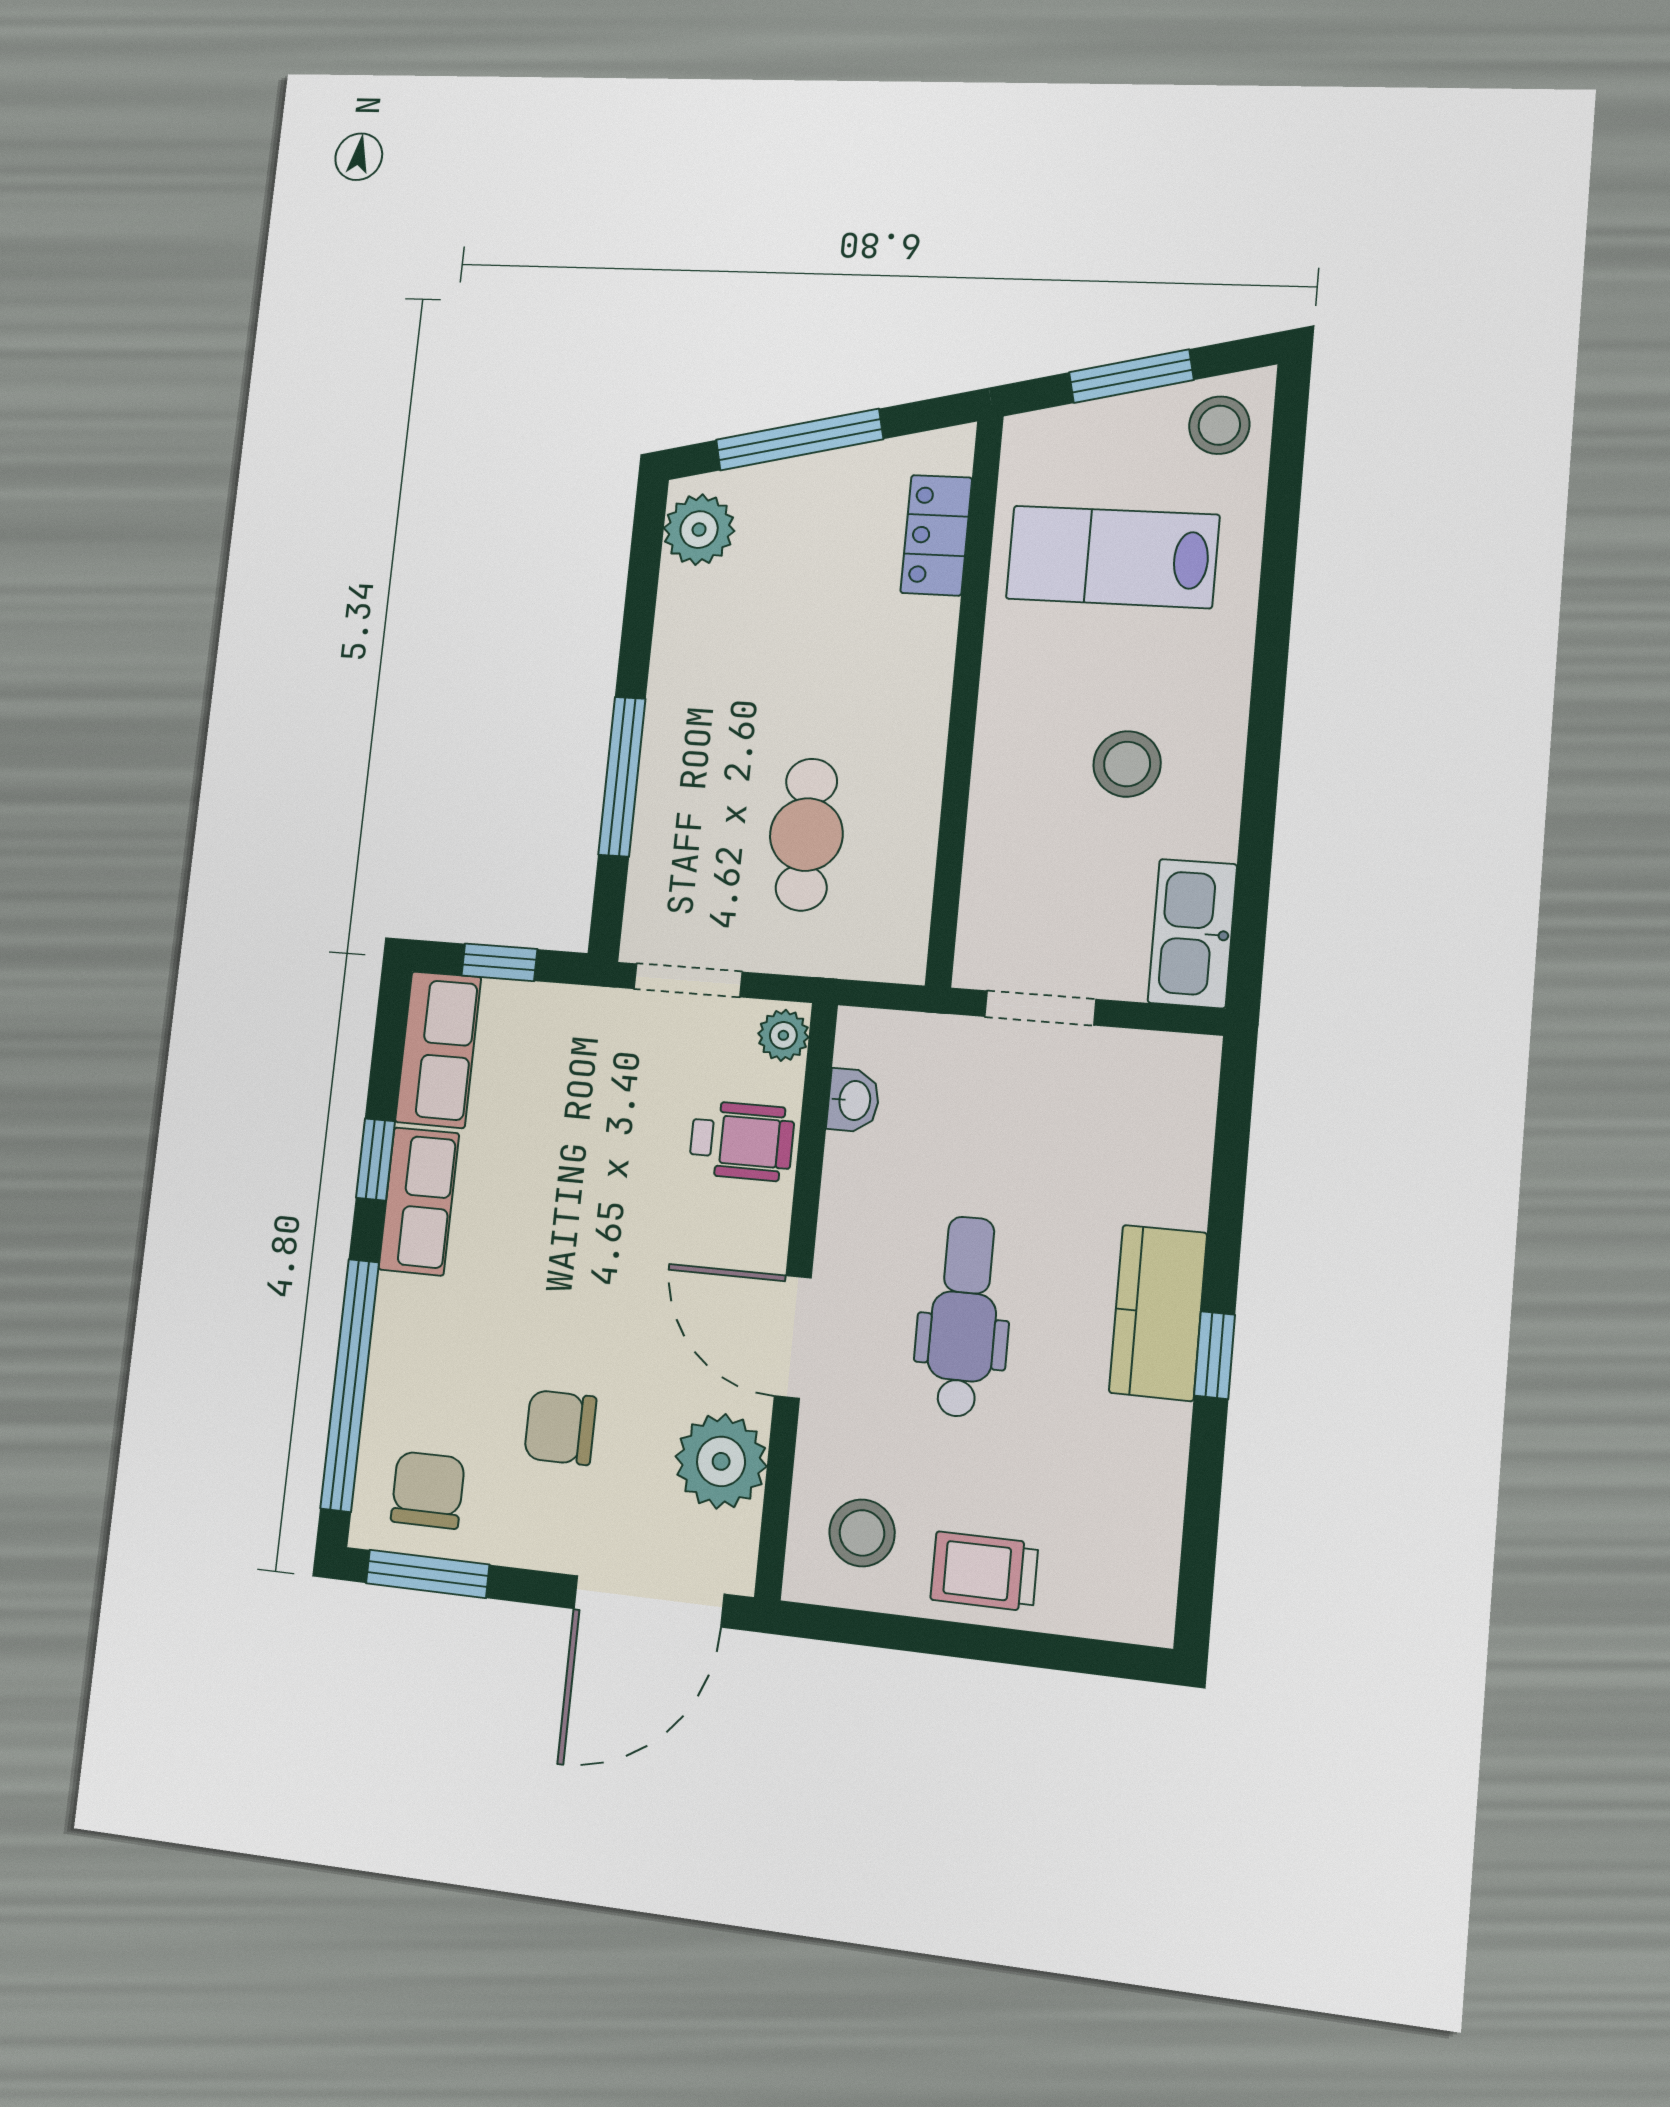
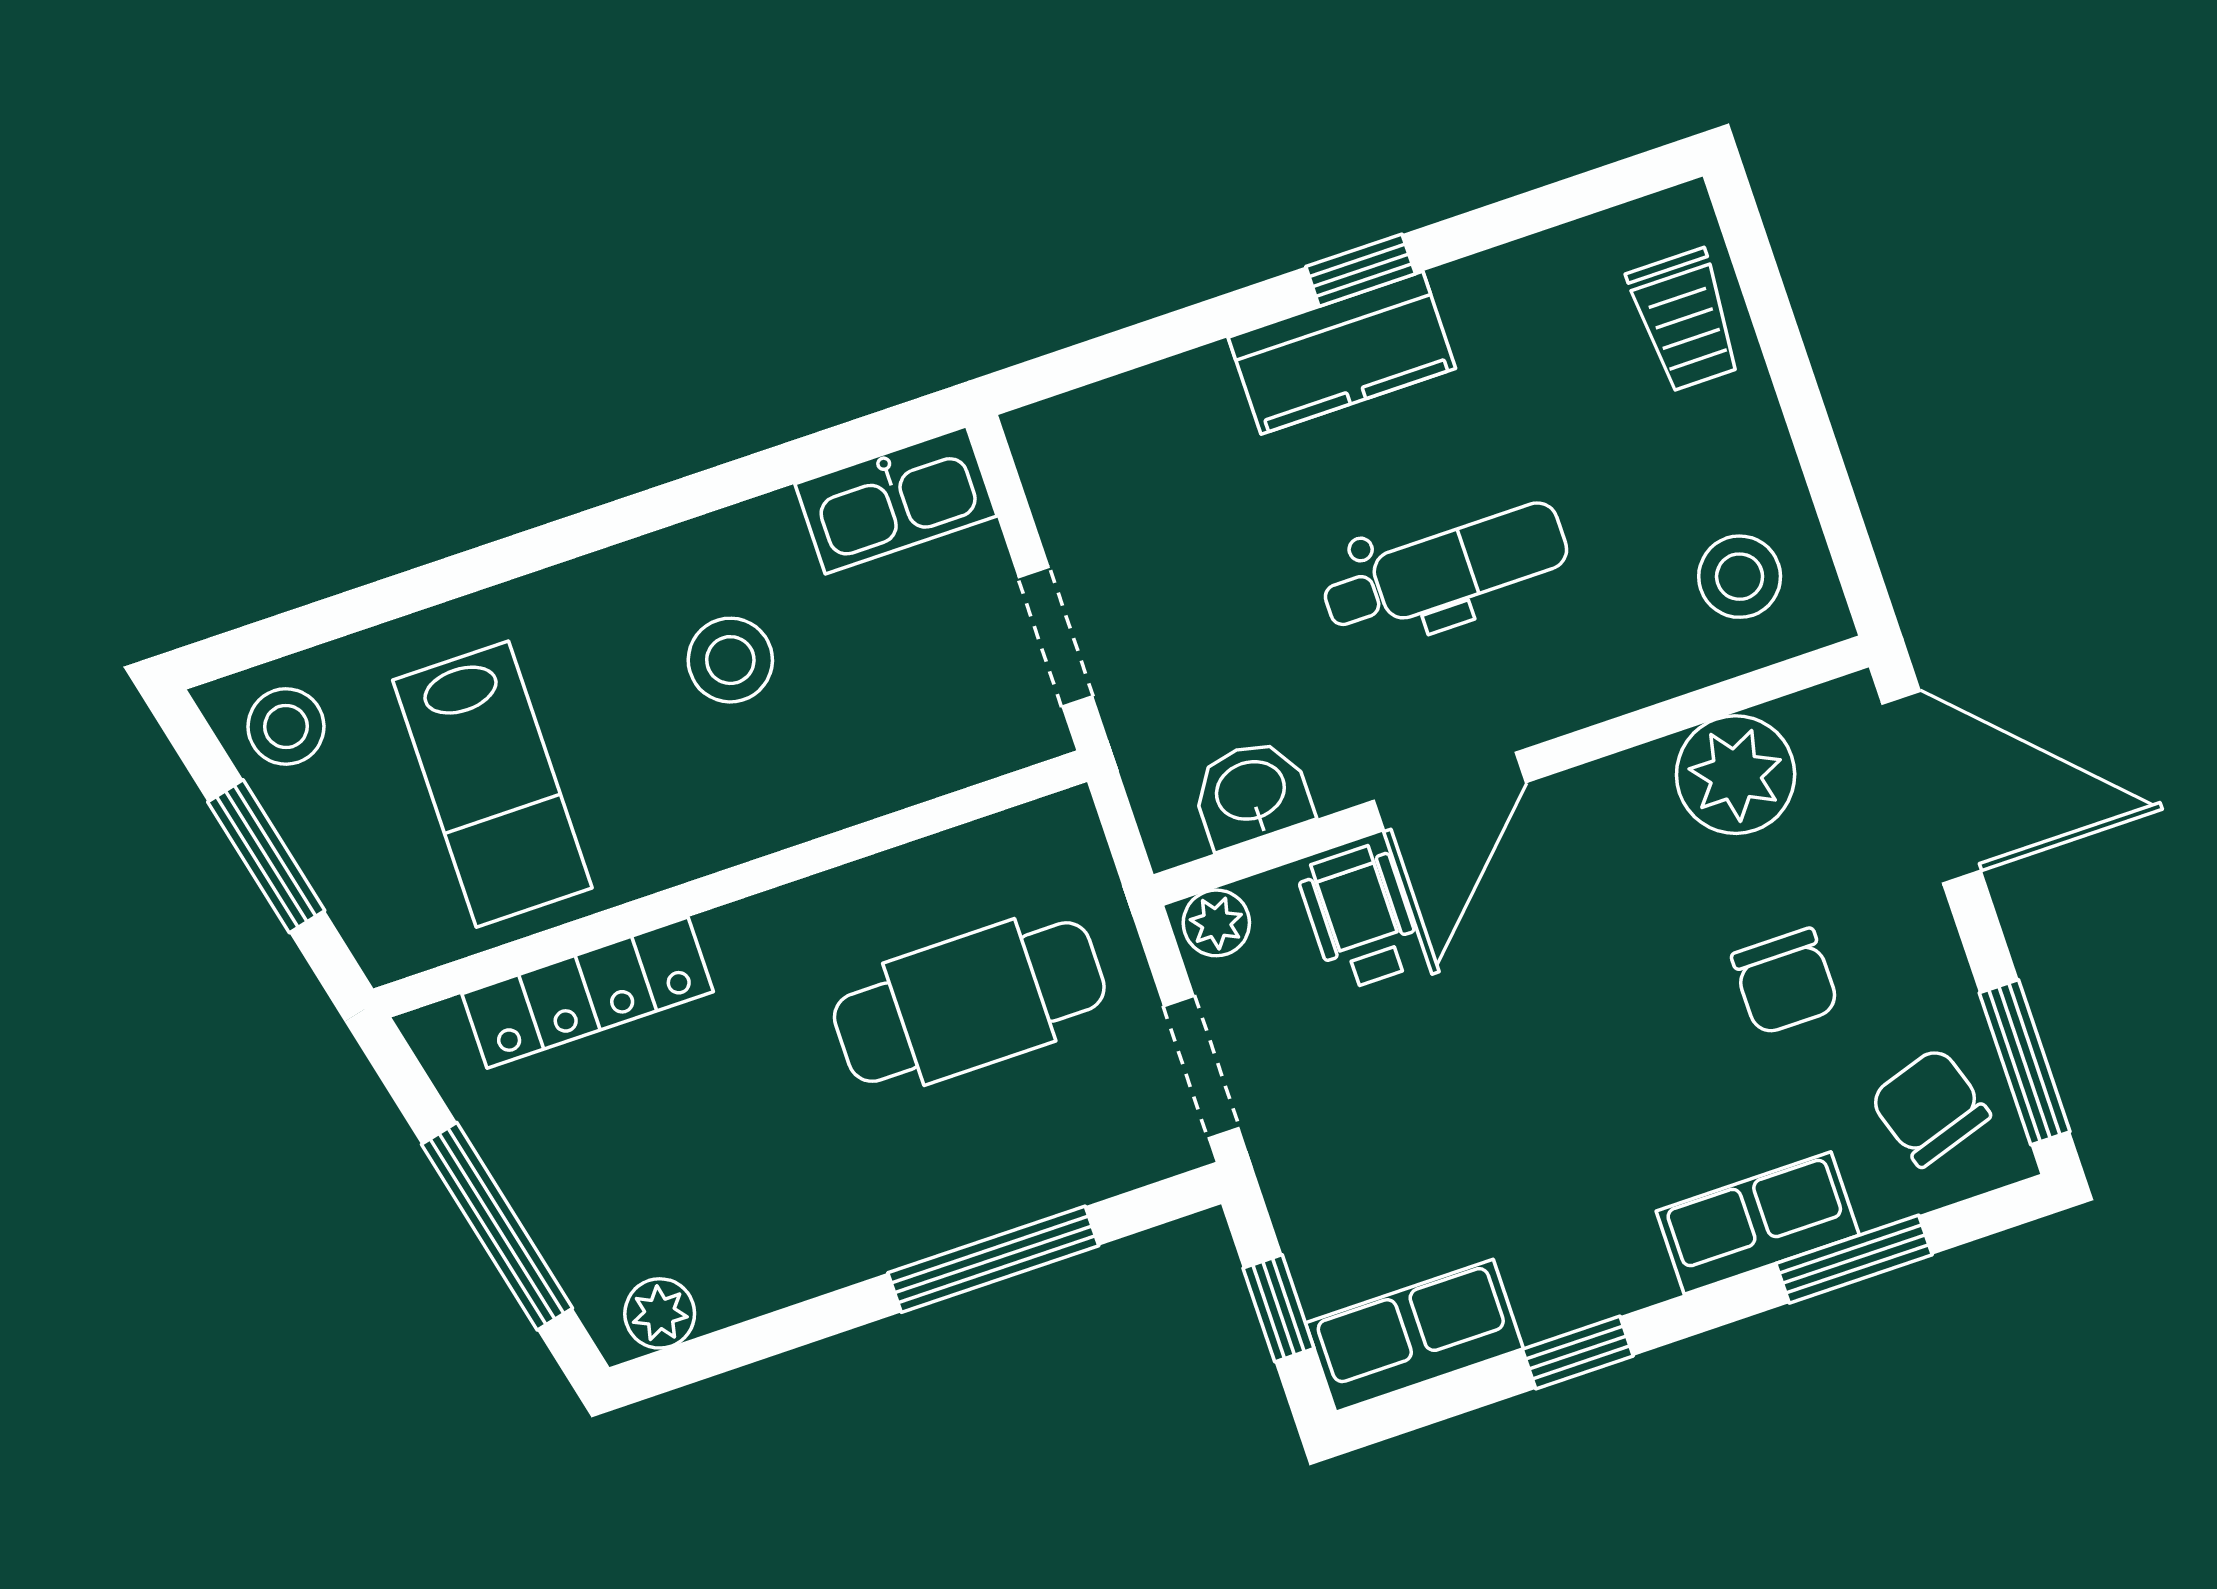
plant: (699, 530) -> (660, 1313), width x0.73, depth x0.73
locker: (936, 535) -> (588, 993), width x1.53
cafe table: (806, 835) -> (969, 1002), width x1.37, depth x1.35
washbasin: (853, 1100) -> (1251, 793), width x1.38, depth x1.45
row of seats: (419, 1201) -> (1758, 1223), moved
dental chair: (964, 1317) -> (1445, 569), turned 180
door: (793, 1337) -> (1450, 791), moved
window: (350, 1385) -> (1854, 1259), width x0.47
chair: (428, 1490) -> (1930, 1107), turned 72
trolley: (984, 1571) -> (1685, 320), moved

